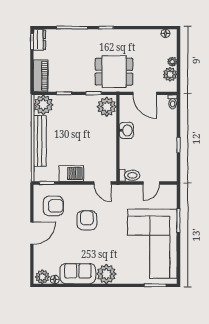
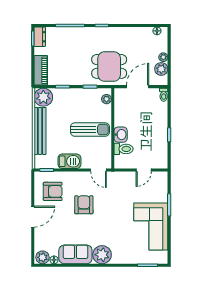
door: (145, 93) -> (138, 87), swing flipped
plant: (107, 107) -> (107, 99), width x0.53, depth x0.53
washbasin: (126, 130) -> (121, 135), moved
sun lounger: (93, 139) -> (90, 130), added
toilet: (130, 175) -> (124, 149), moved
corner sofa: (152, 244) -> (151, 226), width x0.73, depth x0.74

